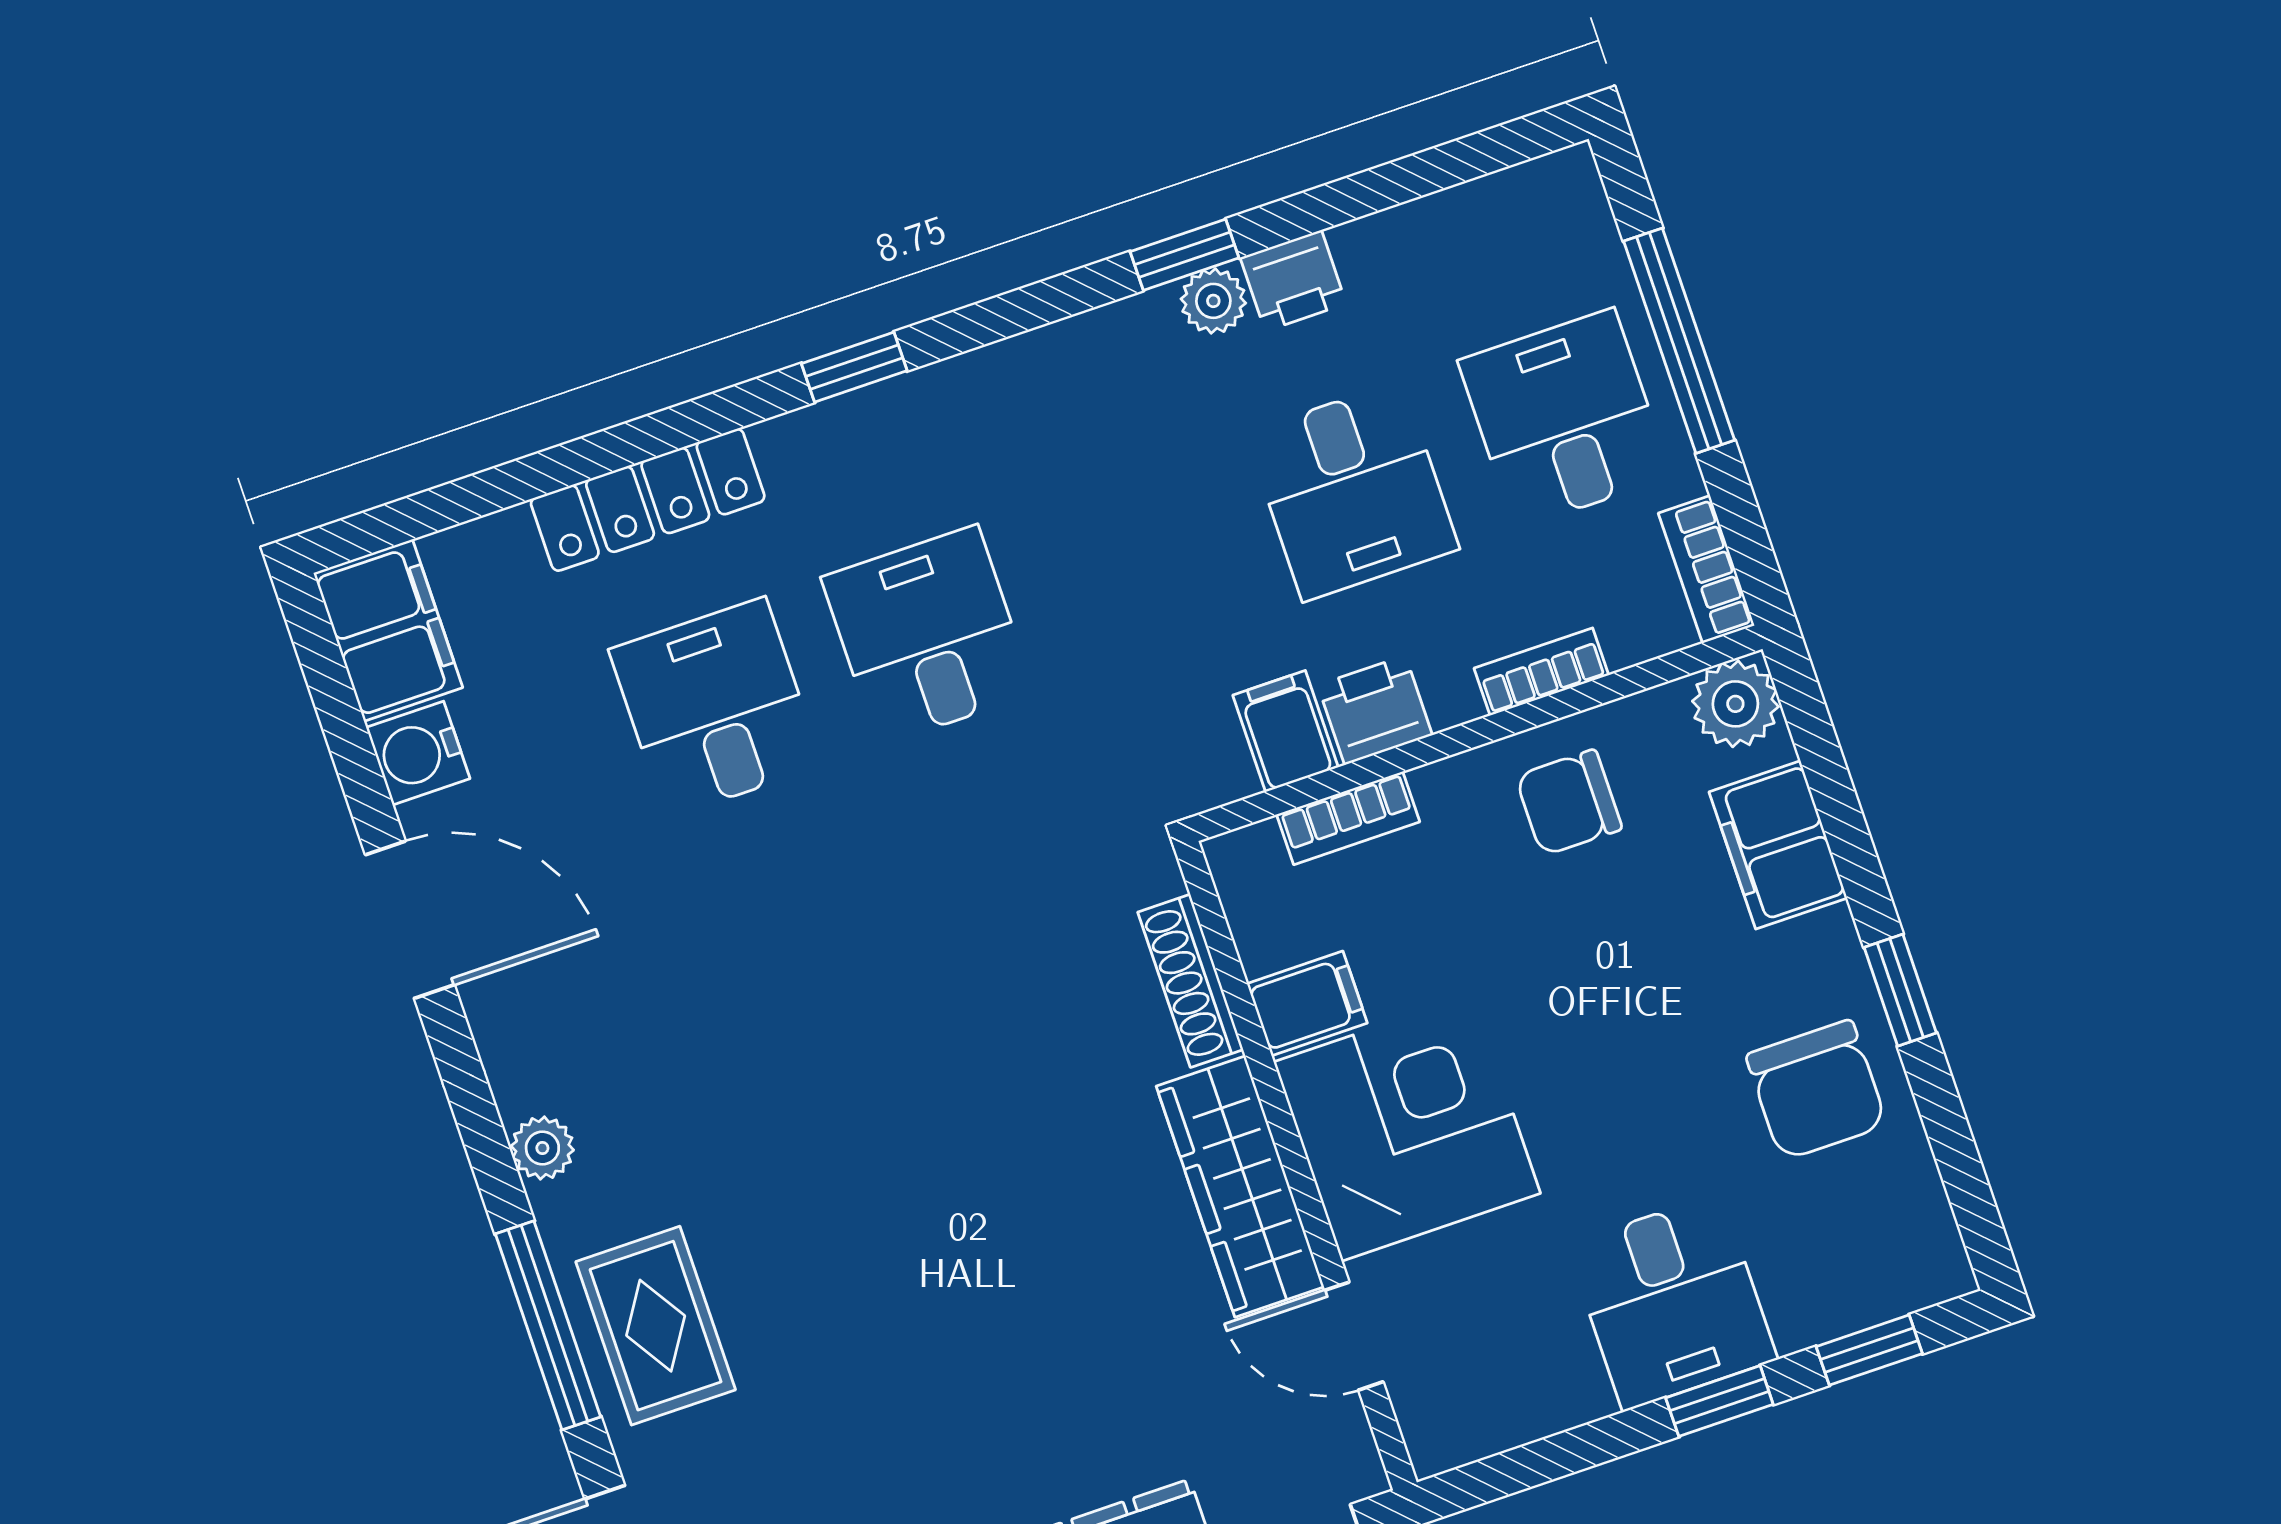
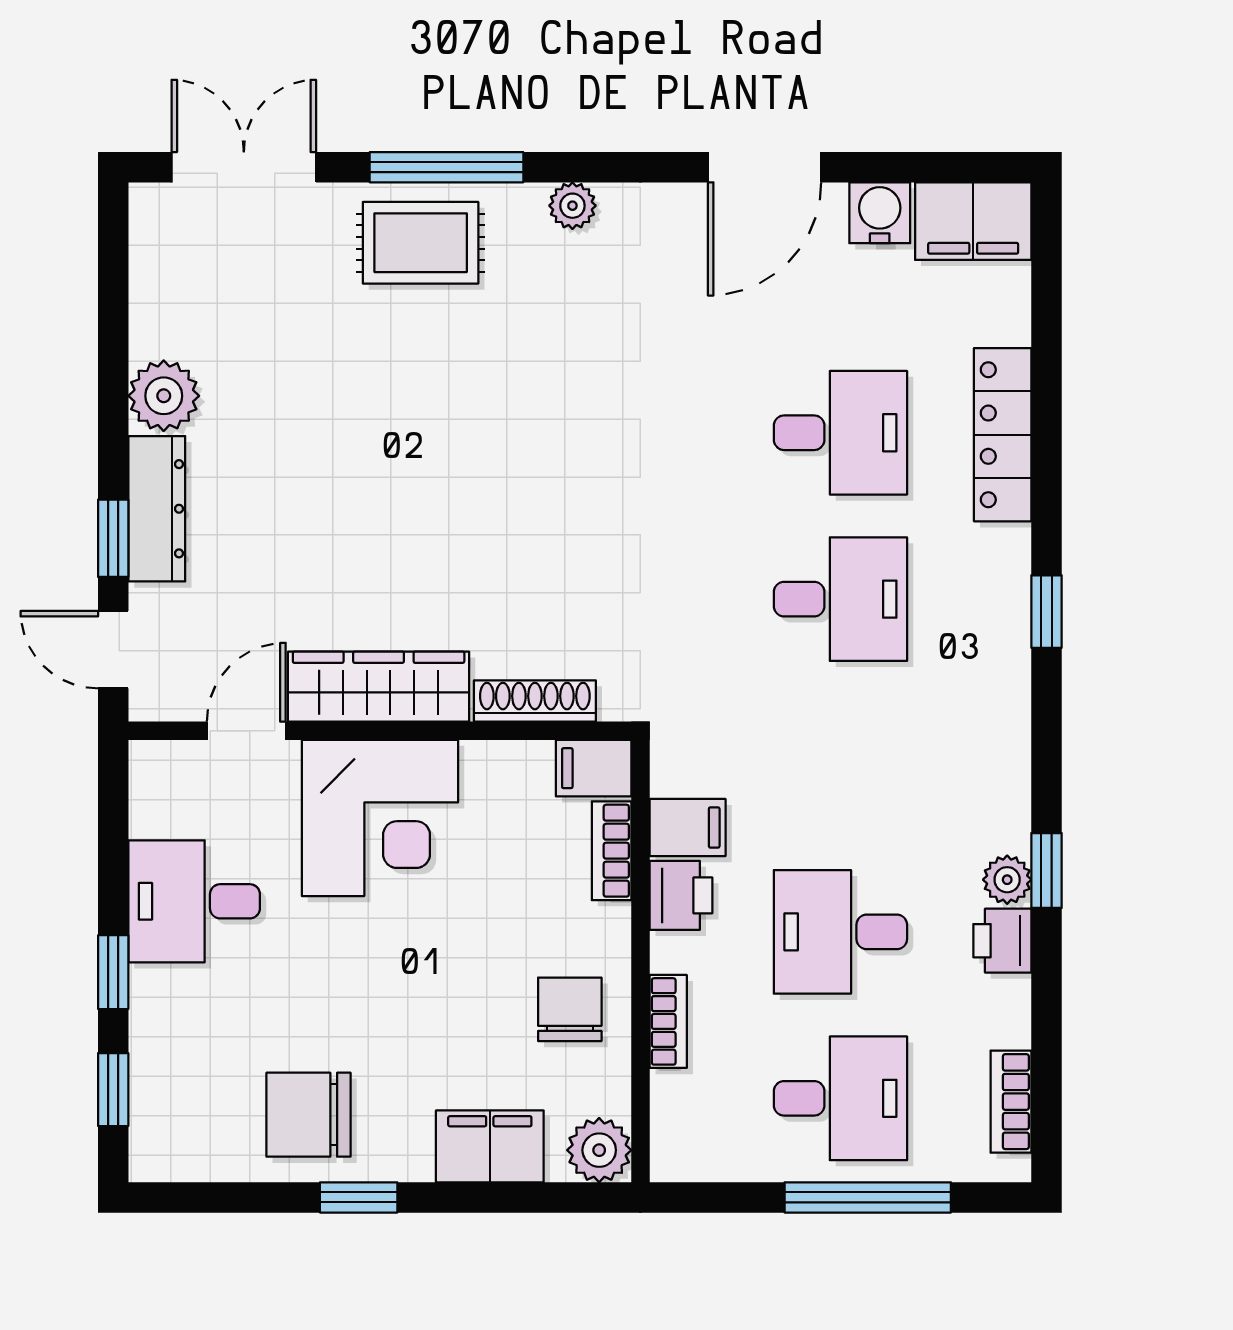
bookcase: (1706, 569) -> (1011, 1102), moved, turned -90
filing cabinet: (1307, 1003) -> (594, 768), moved, turned 90
desk: (1672, 1302) -> (194, 901), moved

